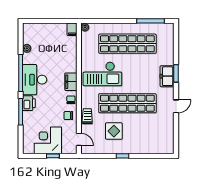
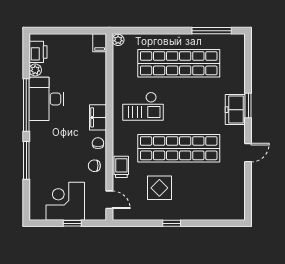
checkout: (102, 74) -> (143, 106), width x0.73, depth x0.83
desk: (35, 80) -> (46, 99), moved
printer: (29, 103) -> (38, 52), moved

